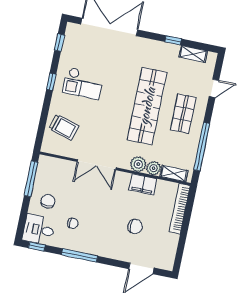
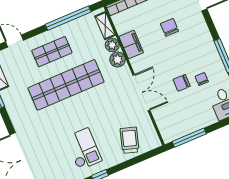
chair: (48, 201) -> (182, 83), moved

